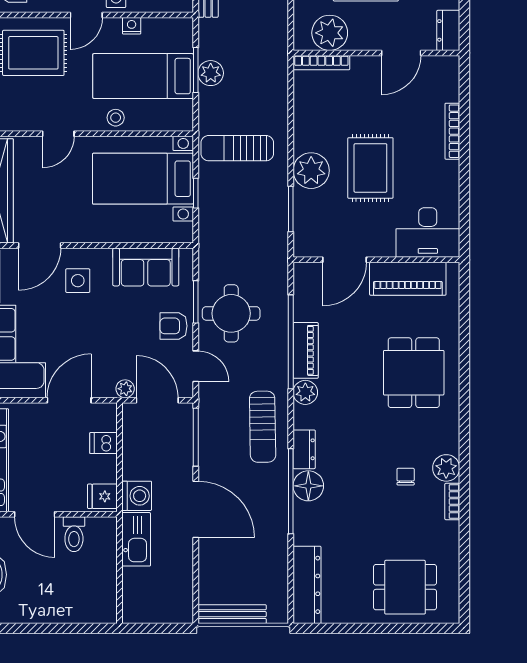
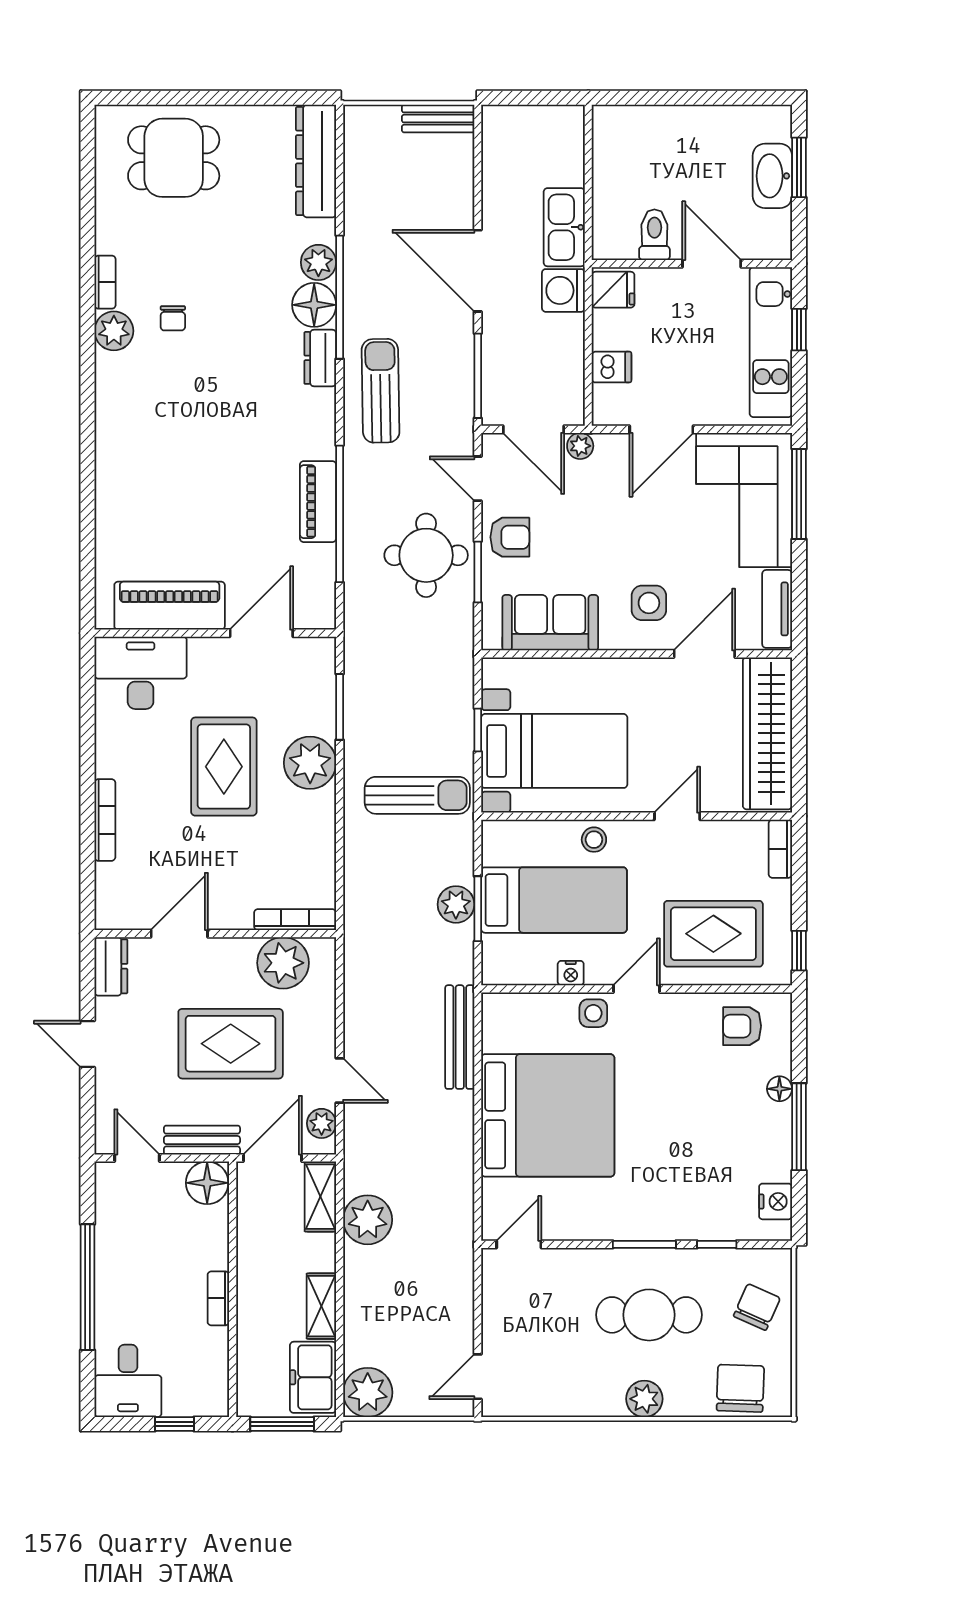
dining table: (414, 373) -> (161, 469), removed
plant: (305, 392) -> (318, 262), moved
bench: (232, 614) -> (438, 119), width x0.73

